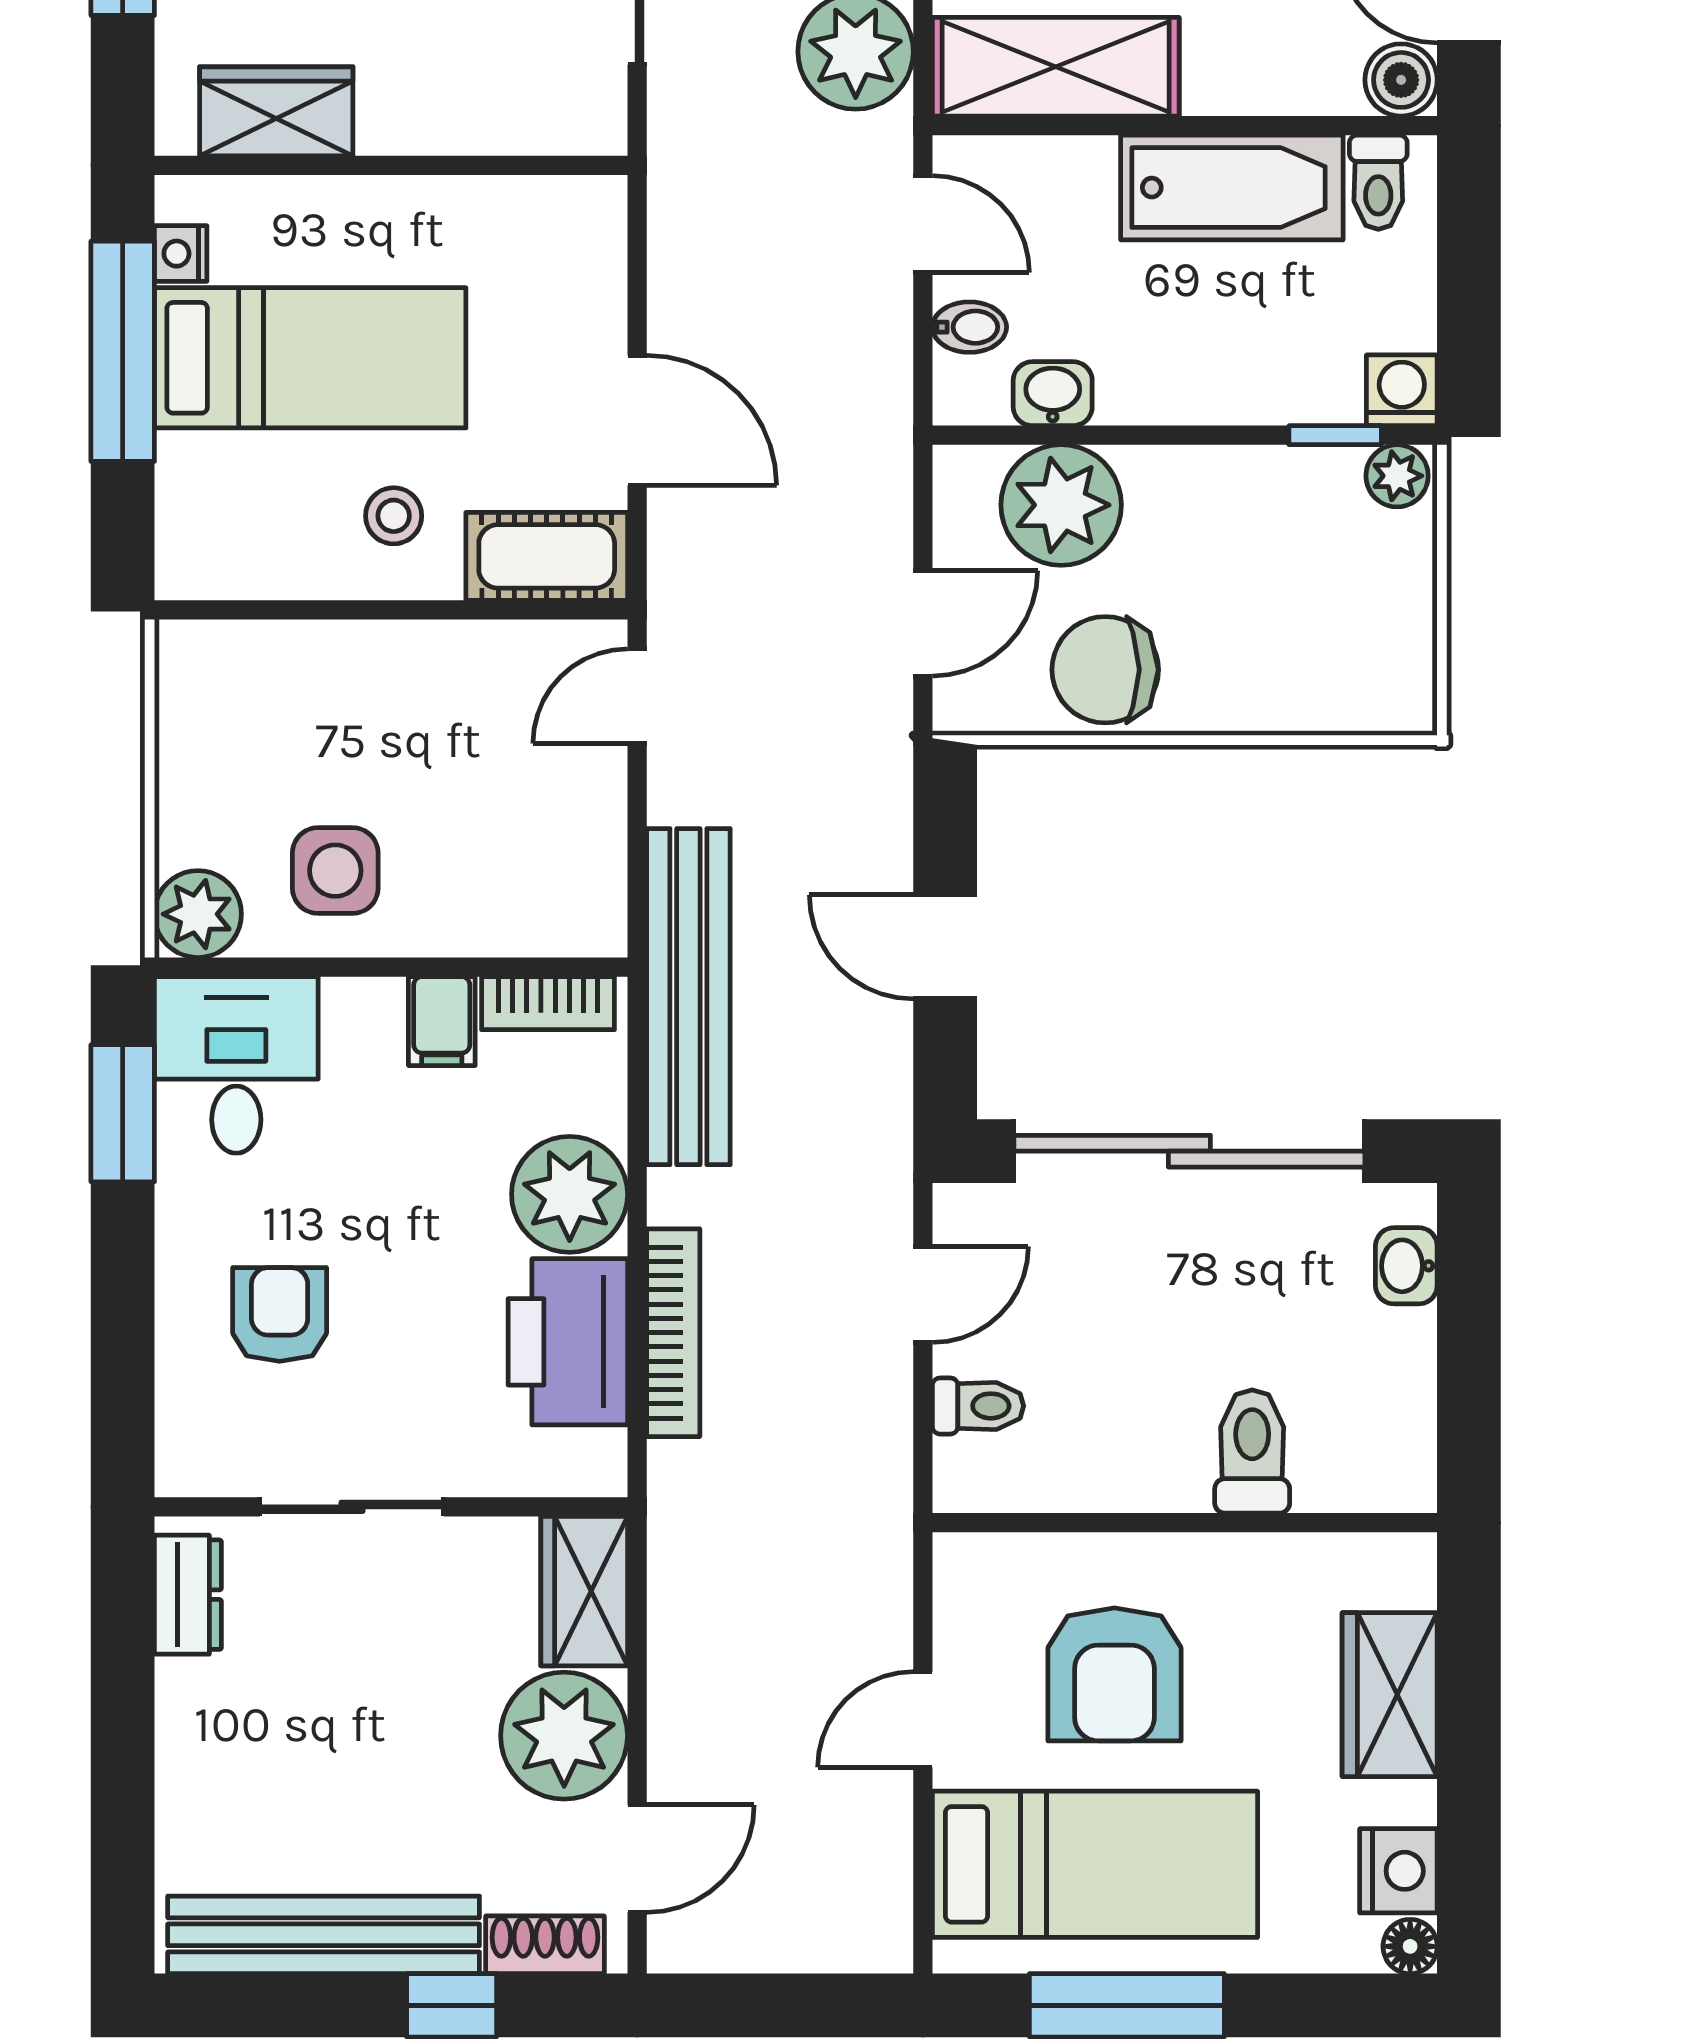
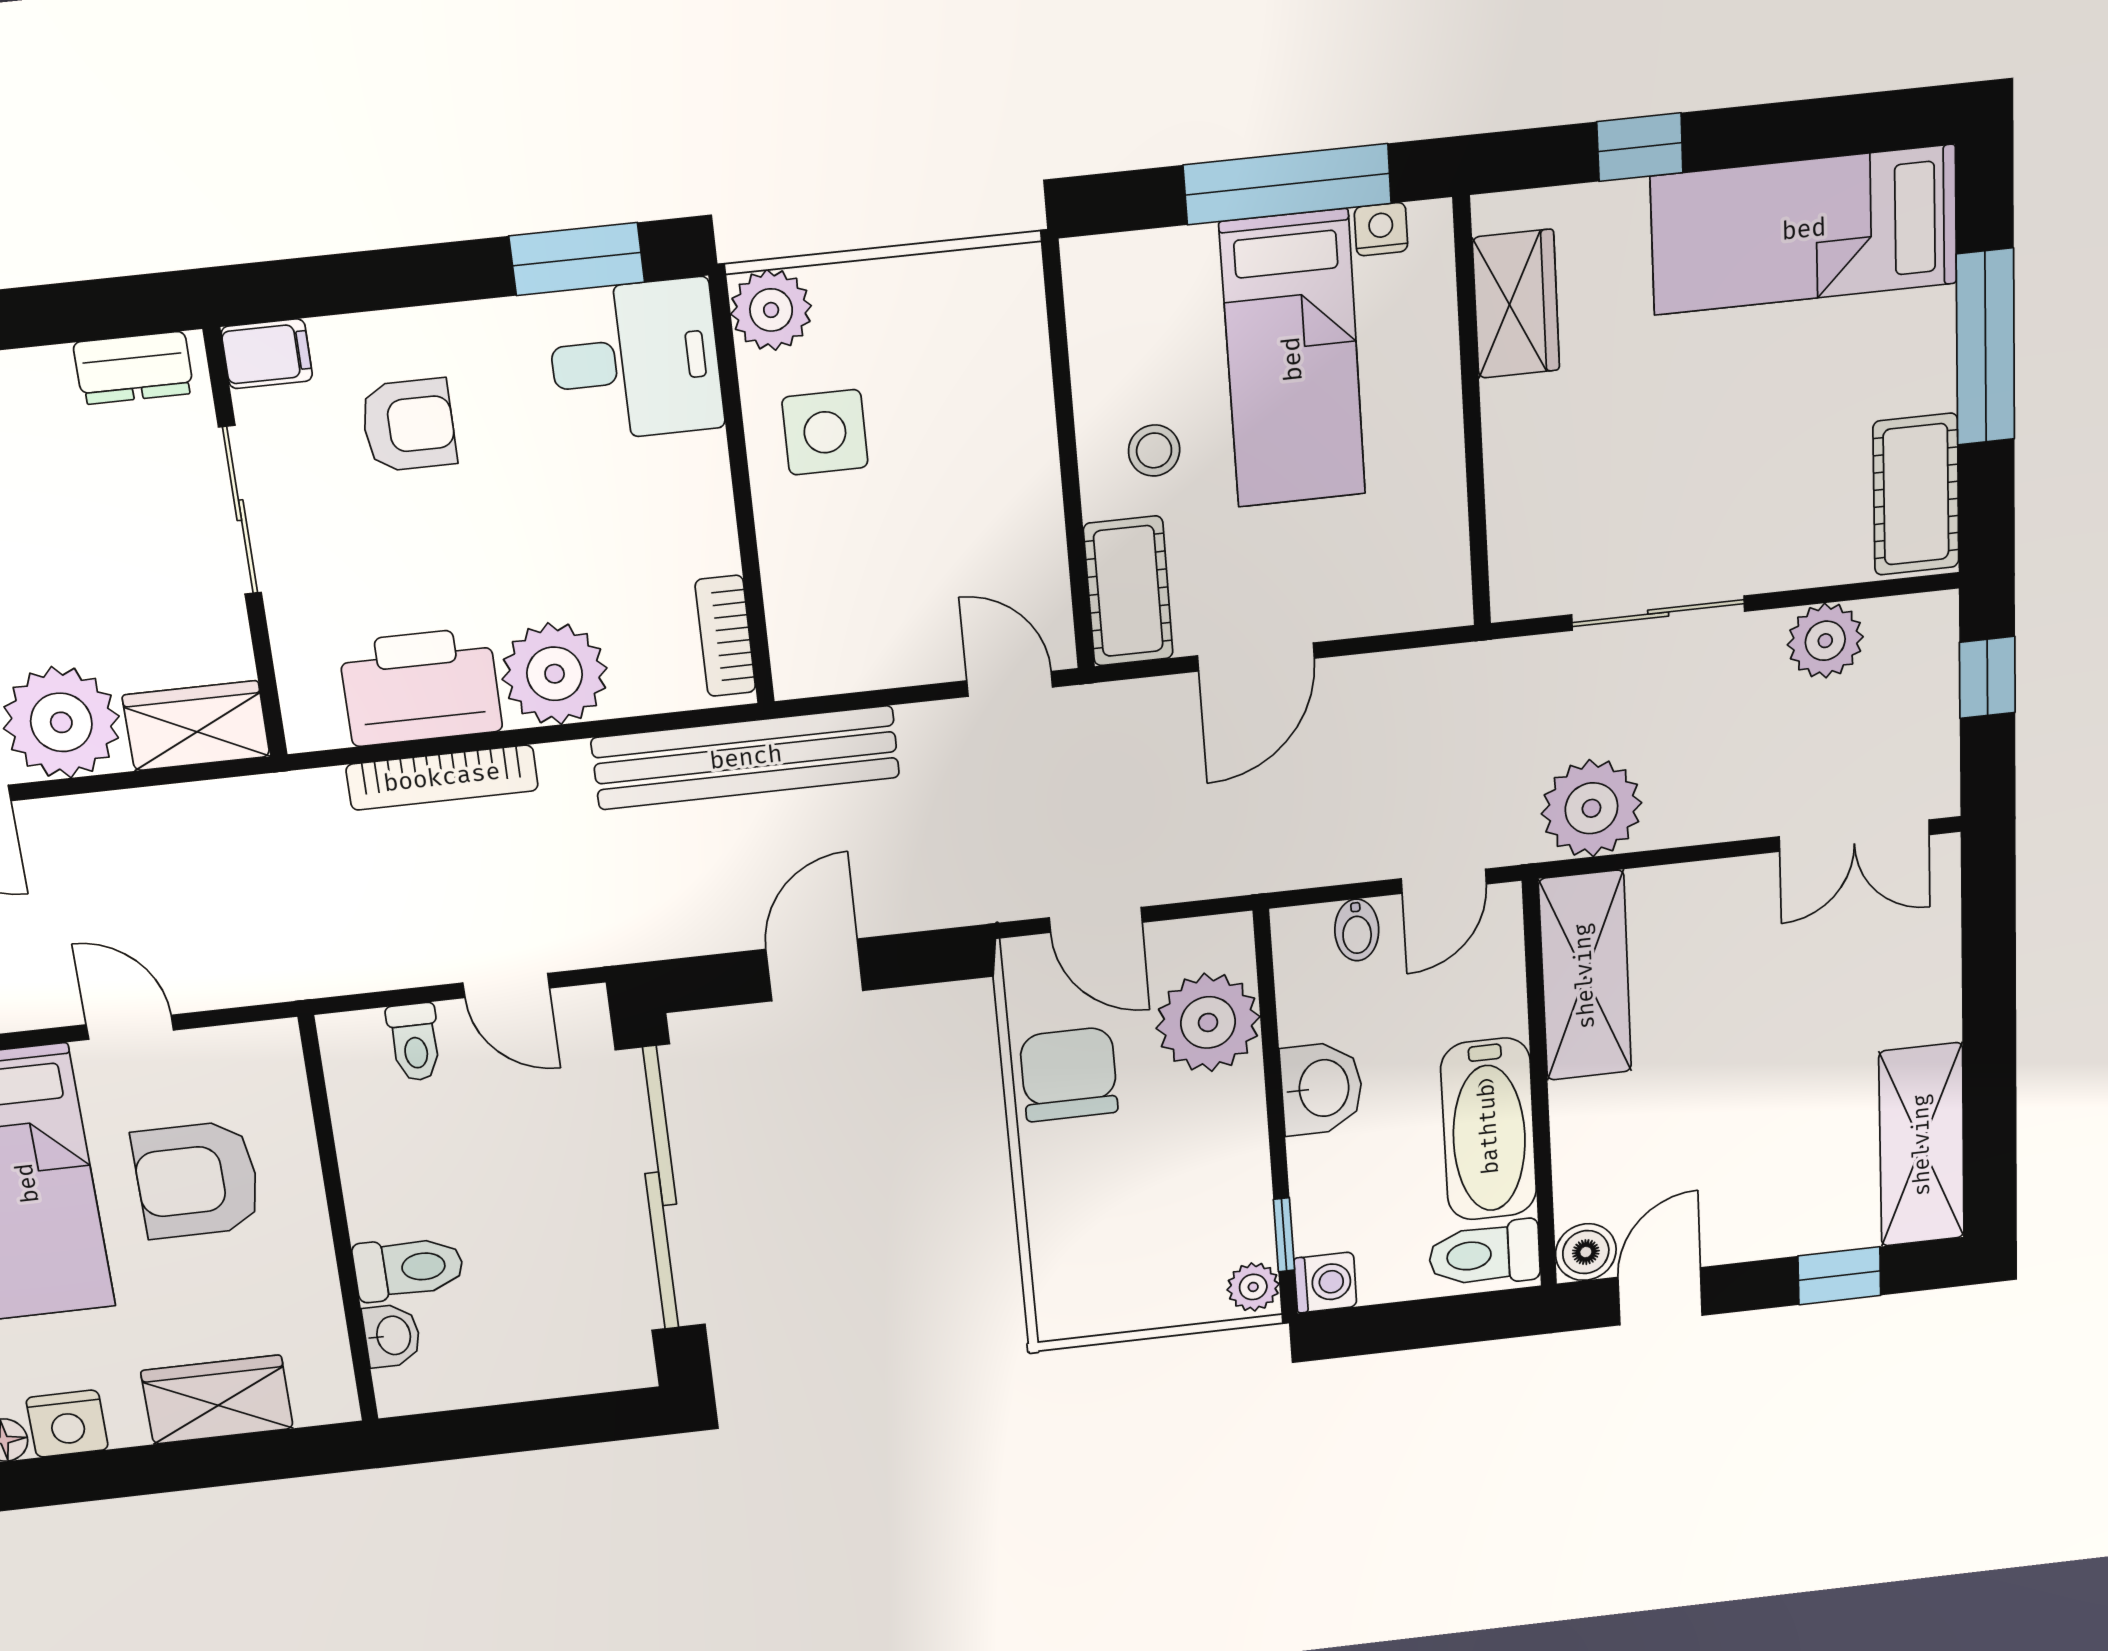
toilet: (1378, 182) -> (1484, 1254), width x1.37, depth x1.39
washbasin: (1053, 394) -> (1322, 1088), moved, width x1.38, depth x1.45
filing cabinet: (442, 1021) -> (267, 354), moved, turned 180
washbasin: (1406, 1266) -> (392, 1336), moved, turned 90

